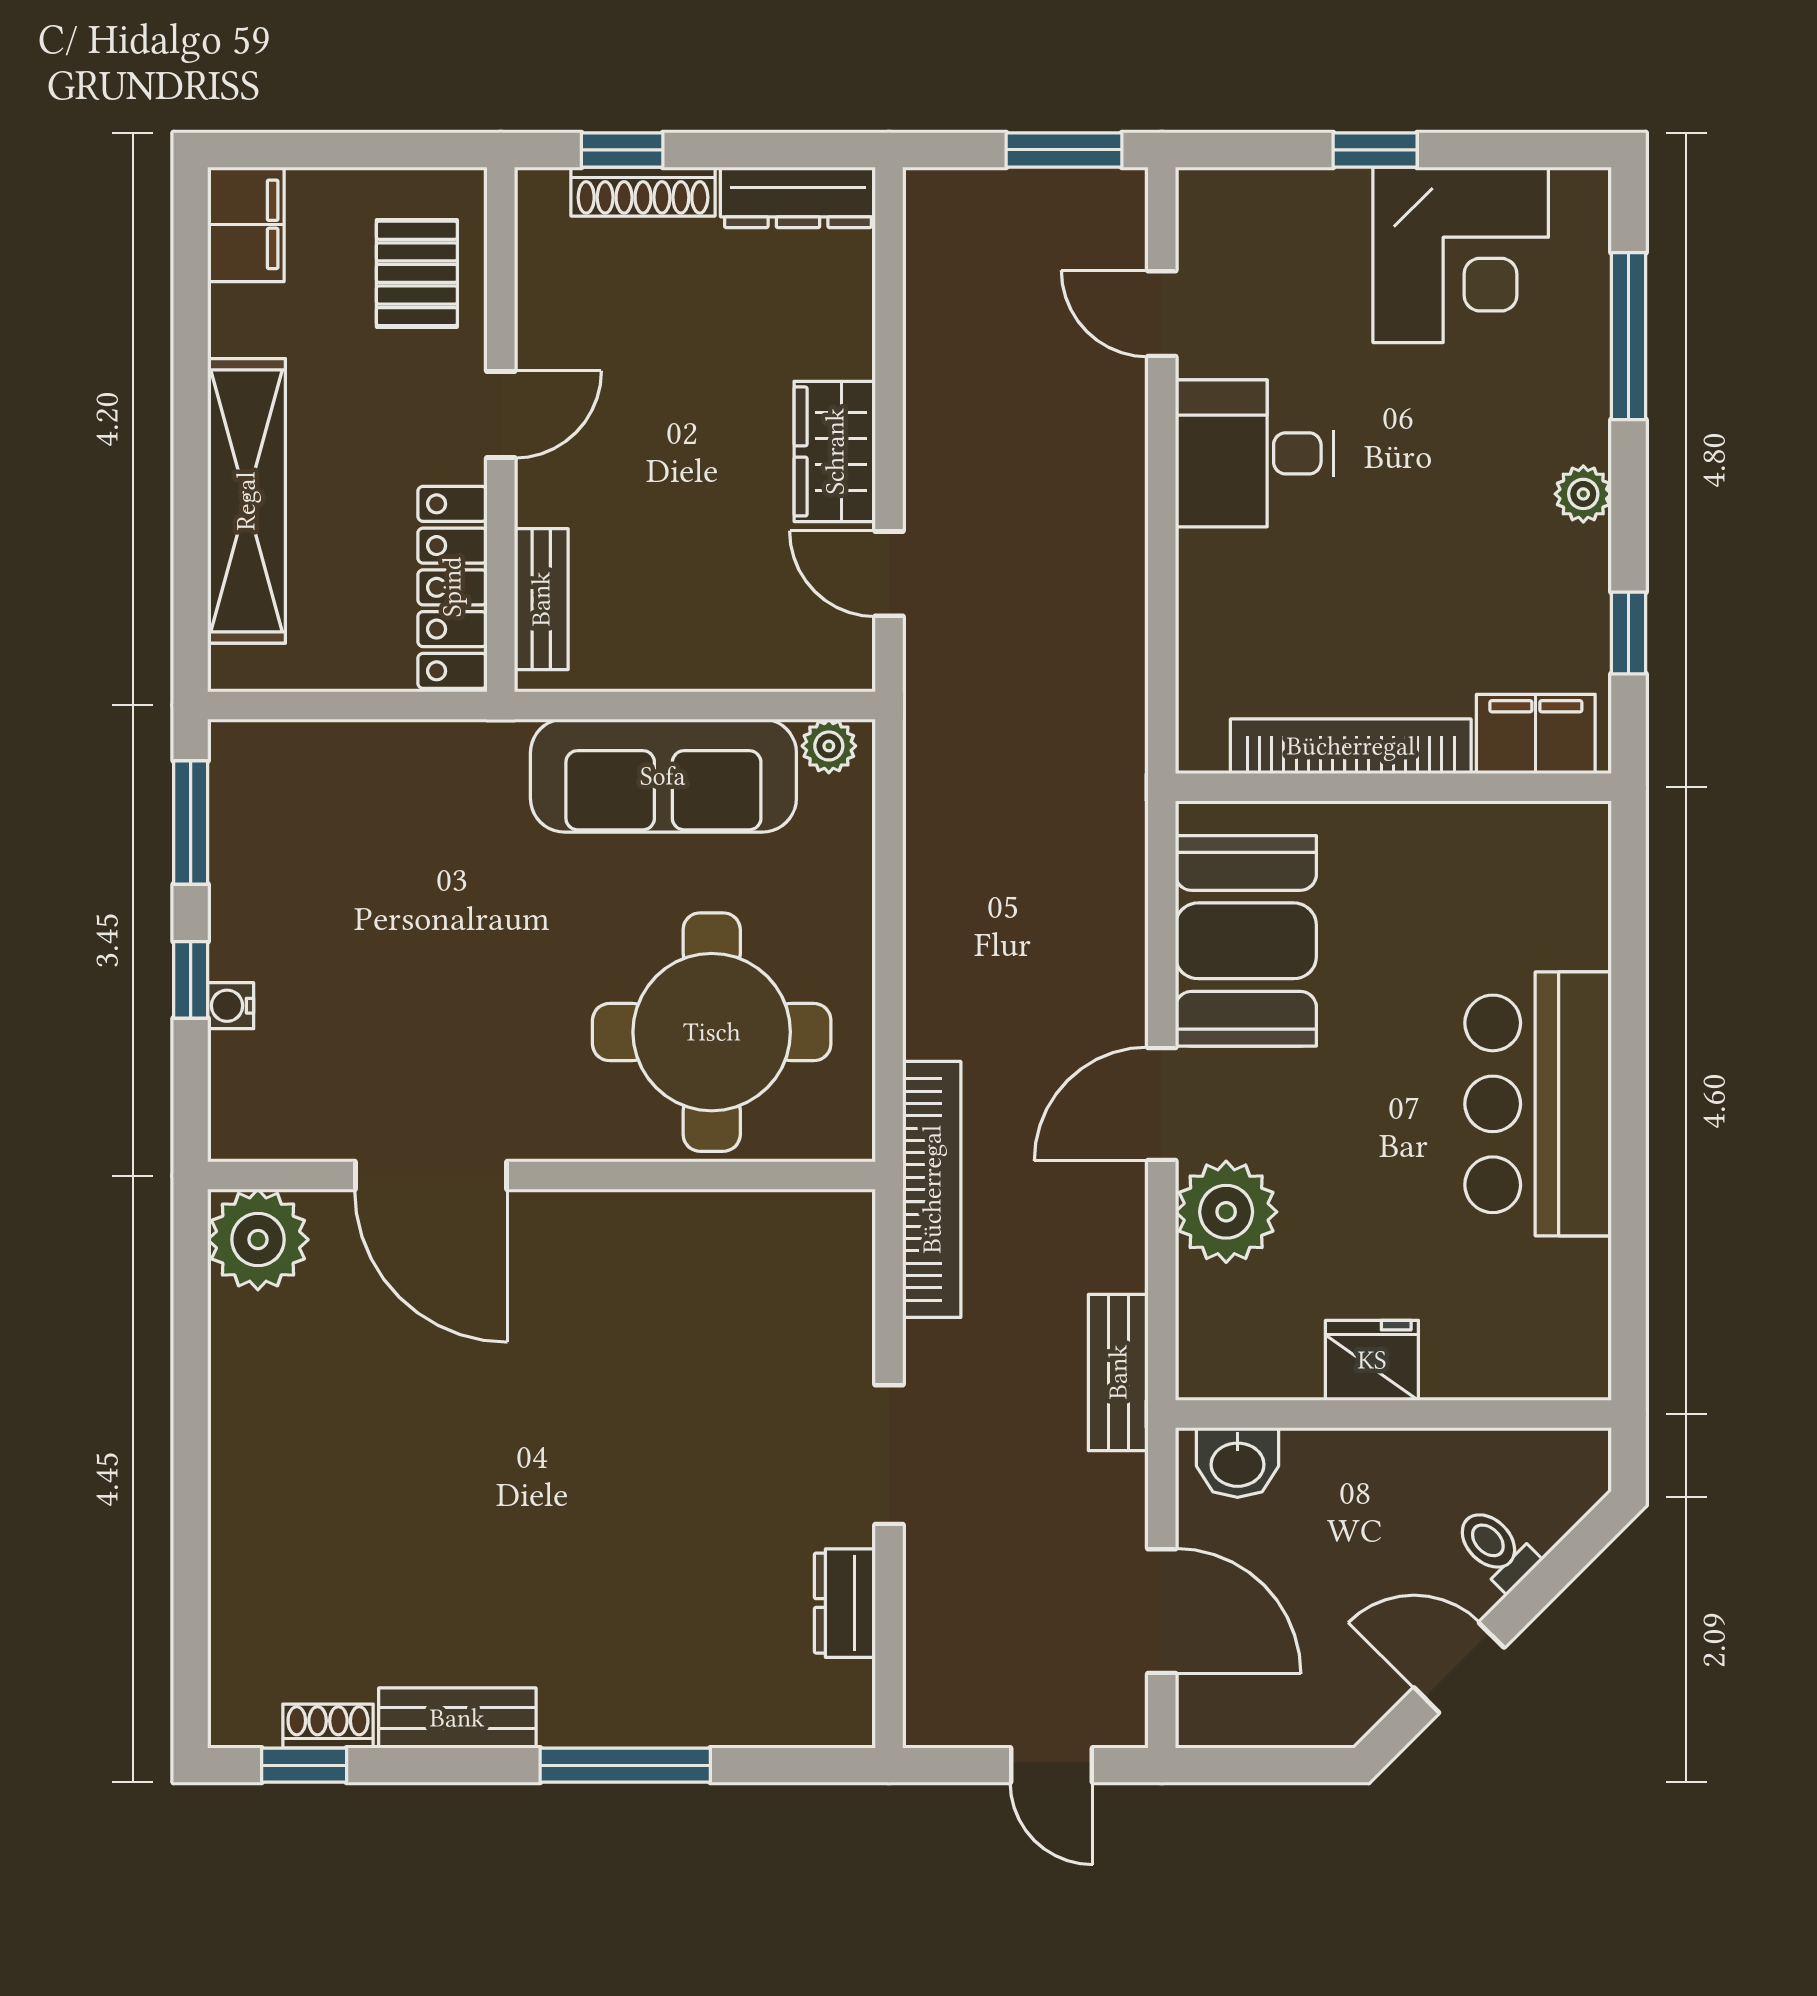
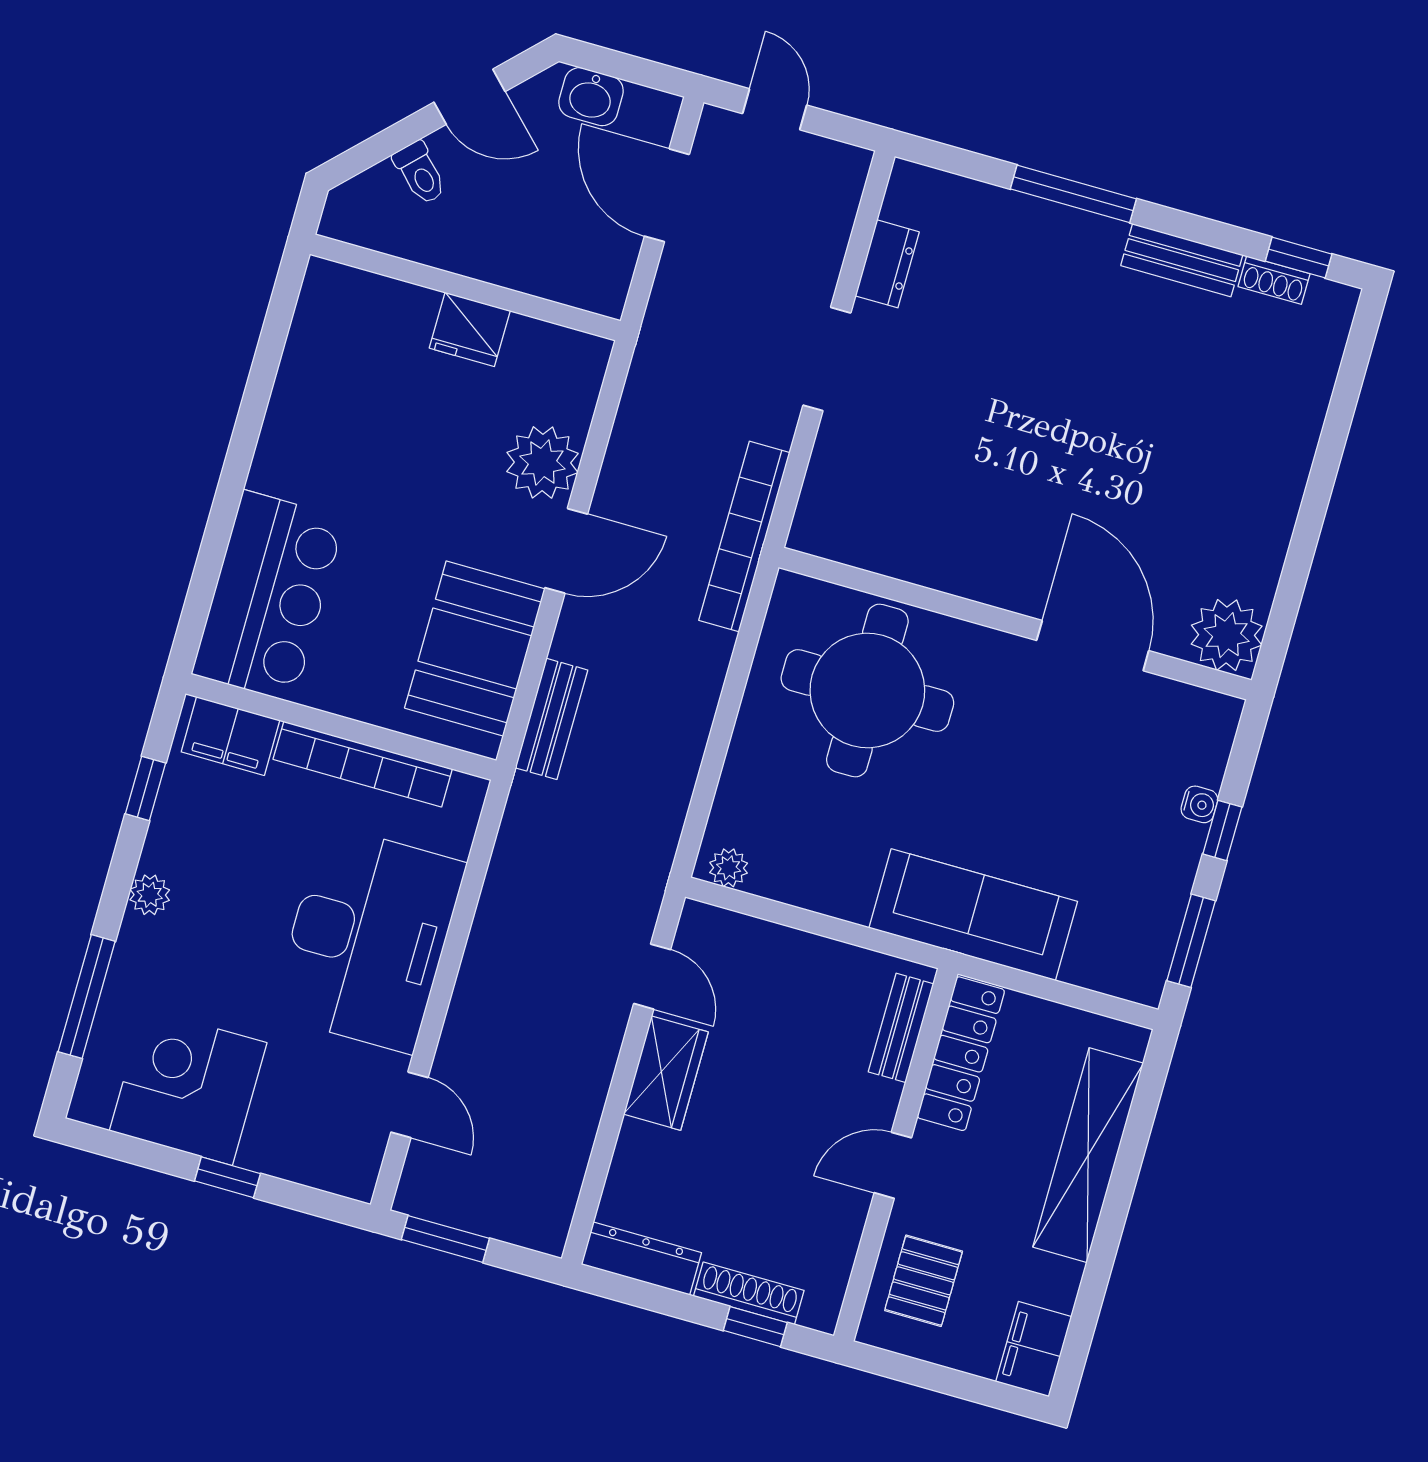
desk: (1255, 453) -> (368, 939), width x1.87, depth x1.30
sofa: (663, 776) -> (973, 915), moved
bar counter: (1538, 1104) -> (268, 596), moved
bench: (1118, 1372) -> (552, 719), moved
washbasin: (1238, 1463) -> (591, 97), moved, turned 180

